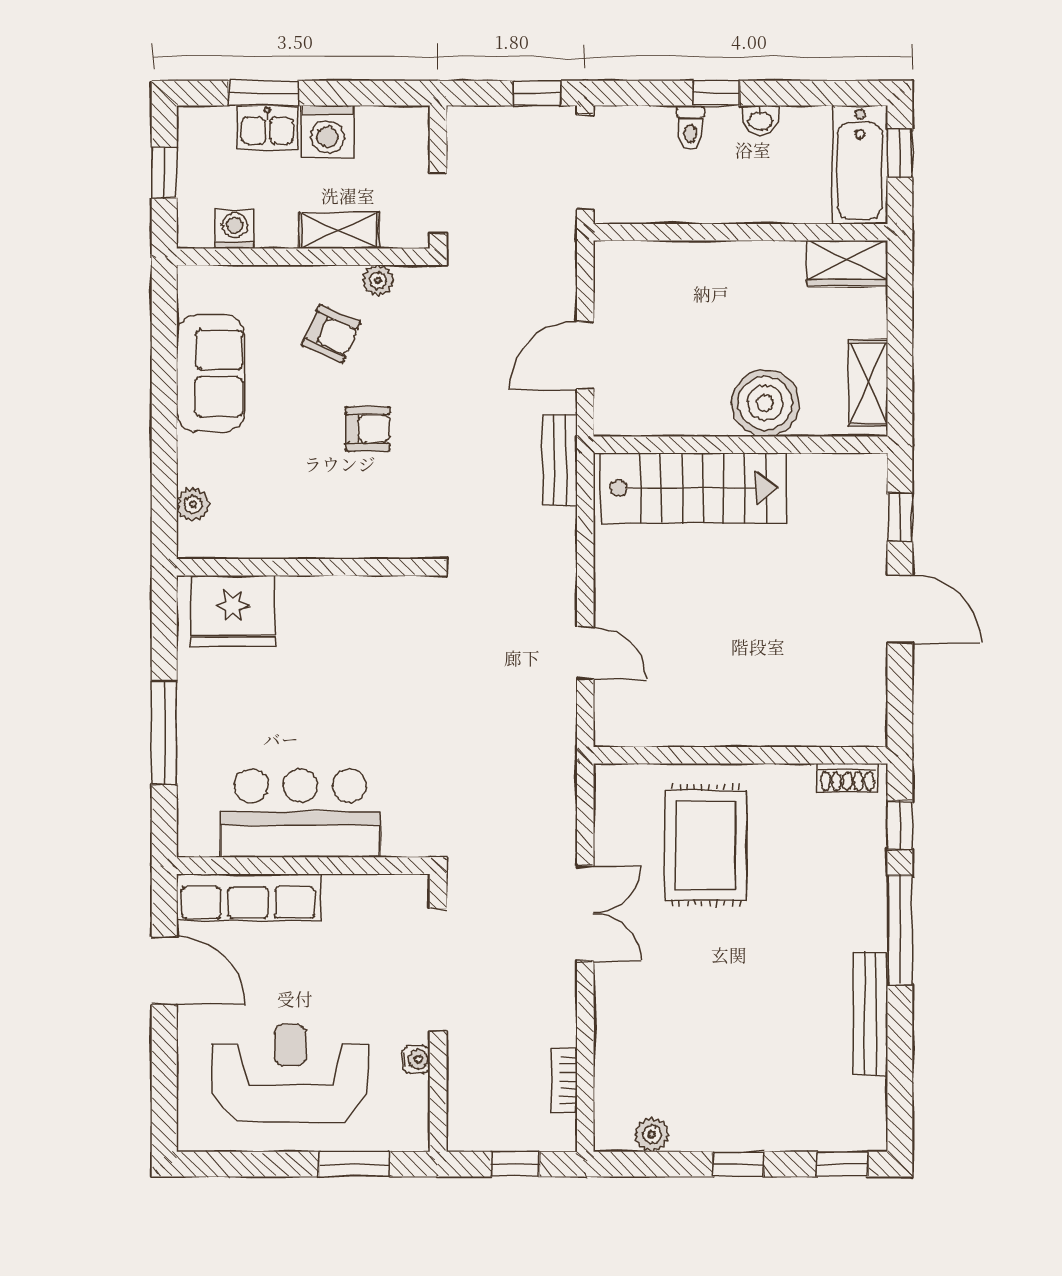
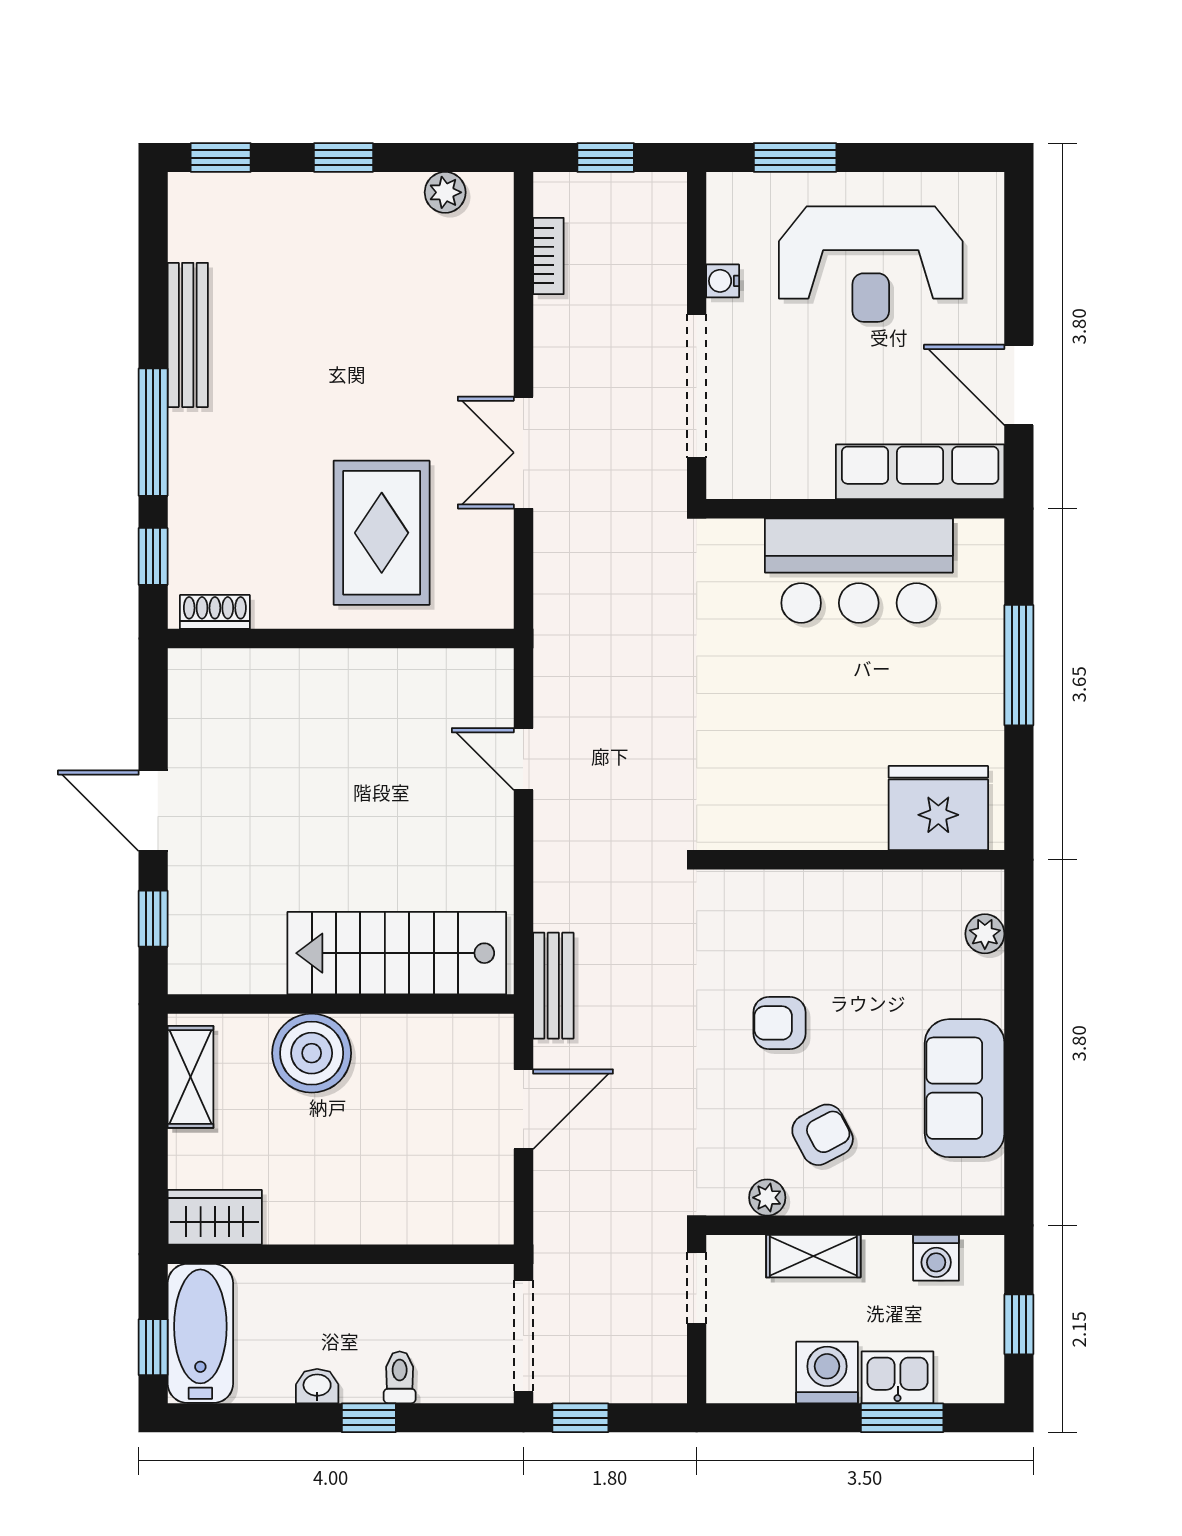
armchair: (331, 334) -> (823, 1135), turned 128

